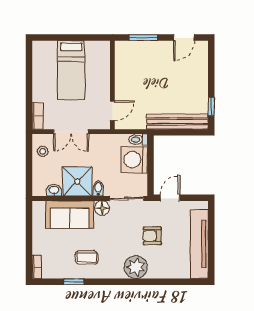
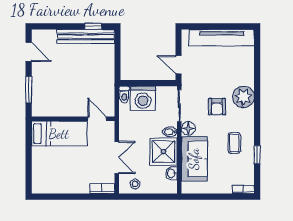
bed: (71, 70) -> (59, 134), moved
bench: (177, 122) -> (86, 36), moved, turned 90
armchair: (152, 236) -> (217, 107), moved

